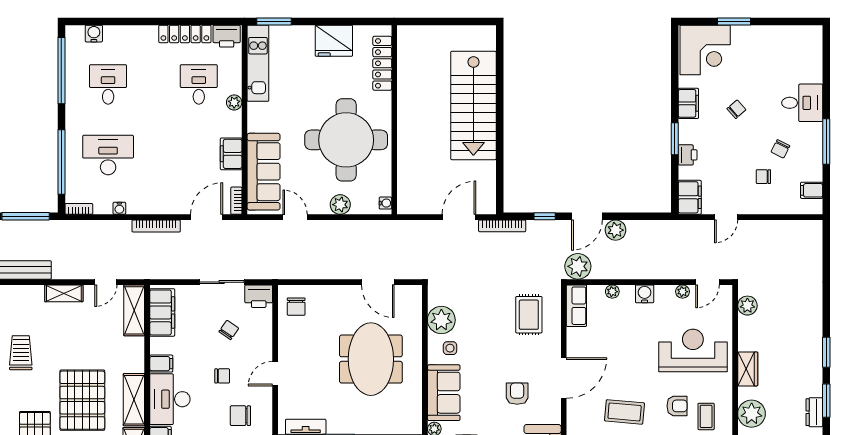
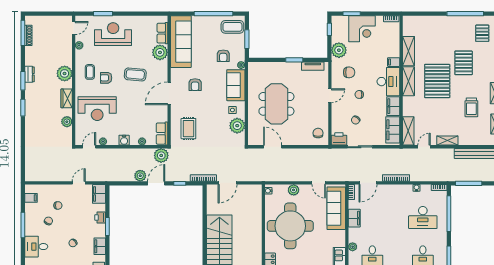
plant: (747, 306) -> (67, 122), moved
filing cabinet: (161, 364) -> (393, 106), width x2.00

